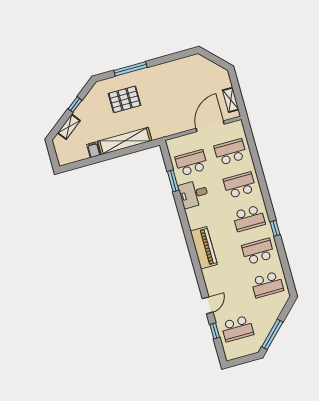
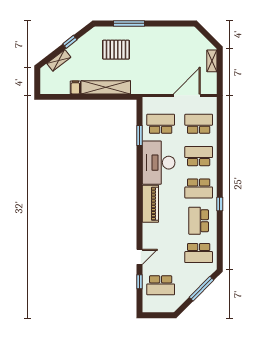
shelving: (231, 100) -> (212, 61), moved
desk: (194, 194) -> (159, 163), width x1.87, depth x1.30
school desk: (258, 251) -> (199, 221), turned -90
window: (272, 334) -> (201, 289), moved

